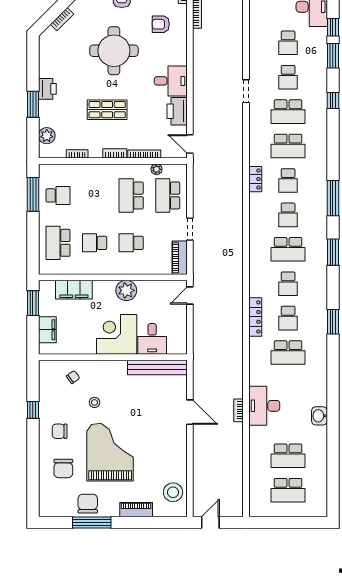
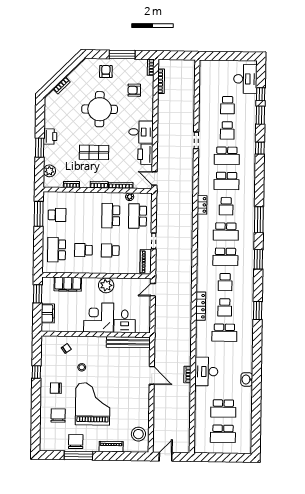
school desk: (288, 215) -> (226, 232), width x1.85
chair: (63, 469) -> (58, 415), turned 180

